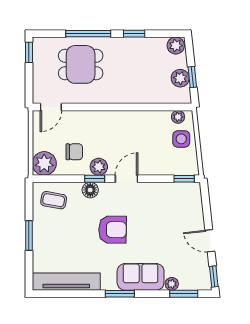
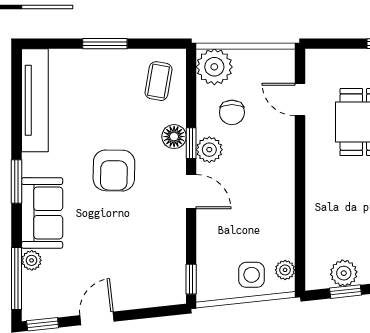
door: (51, 107) -> (300, 99), moved
window: (184, 294) -> (17, 279), width x1.44

